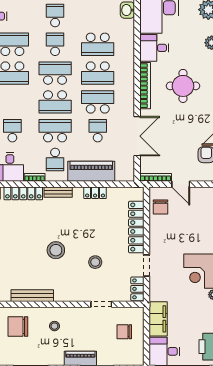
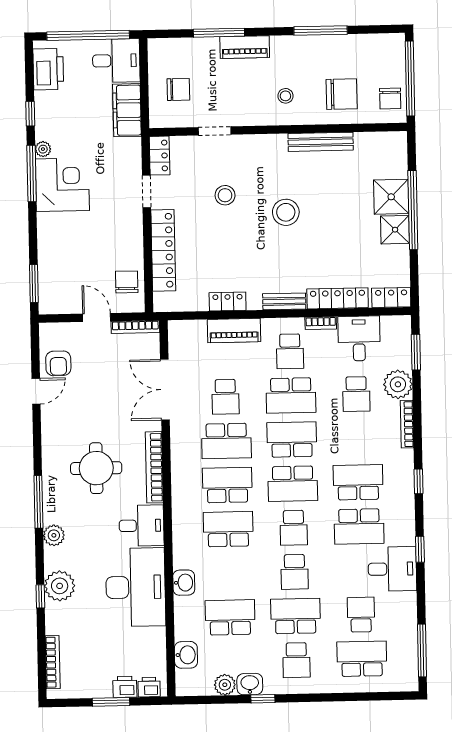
school desk: (55, 159) -> (290, 351), turned 180
piano: (91, 171) -> (234, 331), width x0.73, depth x0.75

